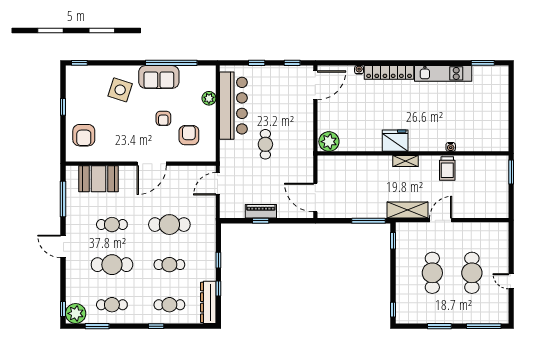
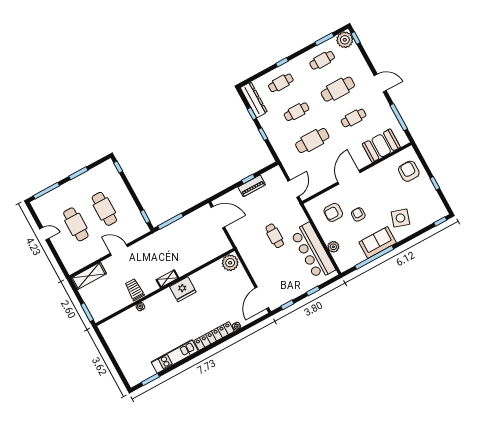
armchair: (189, 135) -> (333, 212), turned 91
shelving: (408, 210) -> (89, 276), moved
door: (441, 220) -> (119, 250), swing flipped

